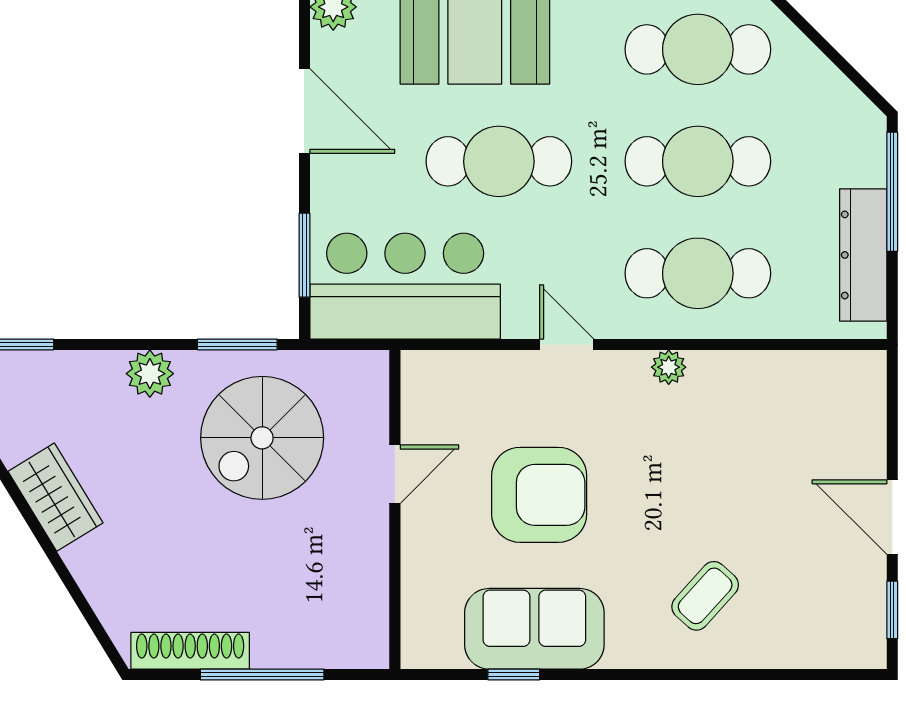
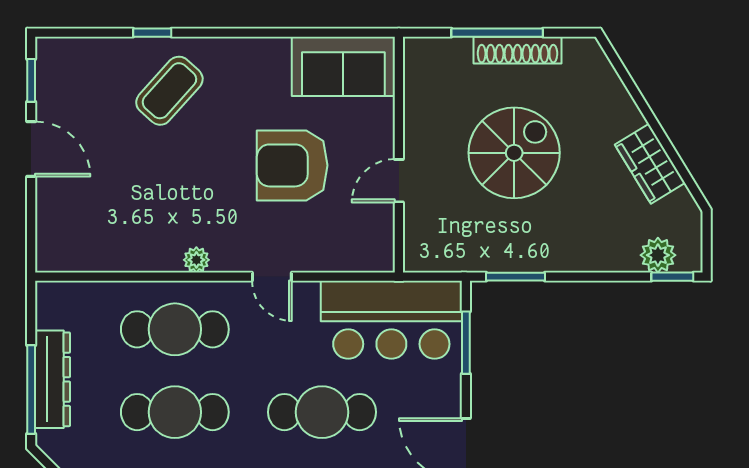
dresser: (863, 255) -> (53, 379), moved
plant: (150, 374) -> (658, 255), moved
spiral stairs: (262, 438) -> (514, 153), moved
coffee table: (705, 596) -> (169, 91), width x1.36, depth x1.30
sofa: (534, 629) -> (343, 66), moved
shoe rack: (190, 651) -> (517, 50), moved
window: (514, 674) -> (152, 33), moved

